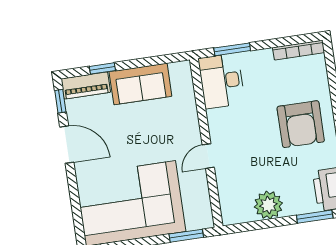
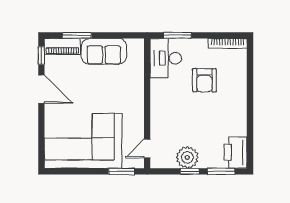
window: (102, 68) -> (77, 35), width x1.50
armchair: (301, 124) -> (204, 80), moved, width x0.73, depth x0.73
door: (208, 156) -> (147, 149), moved
window: (274, 223) -> (190, 171), added

